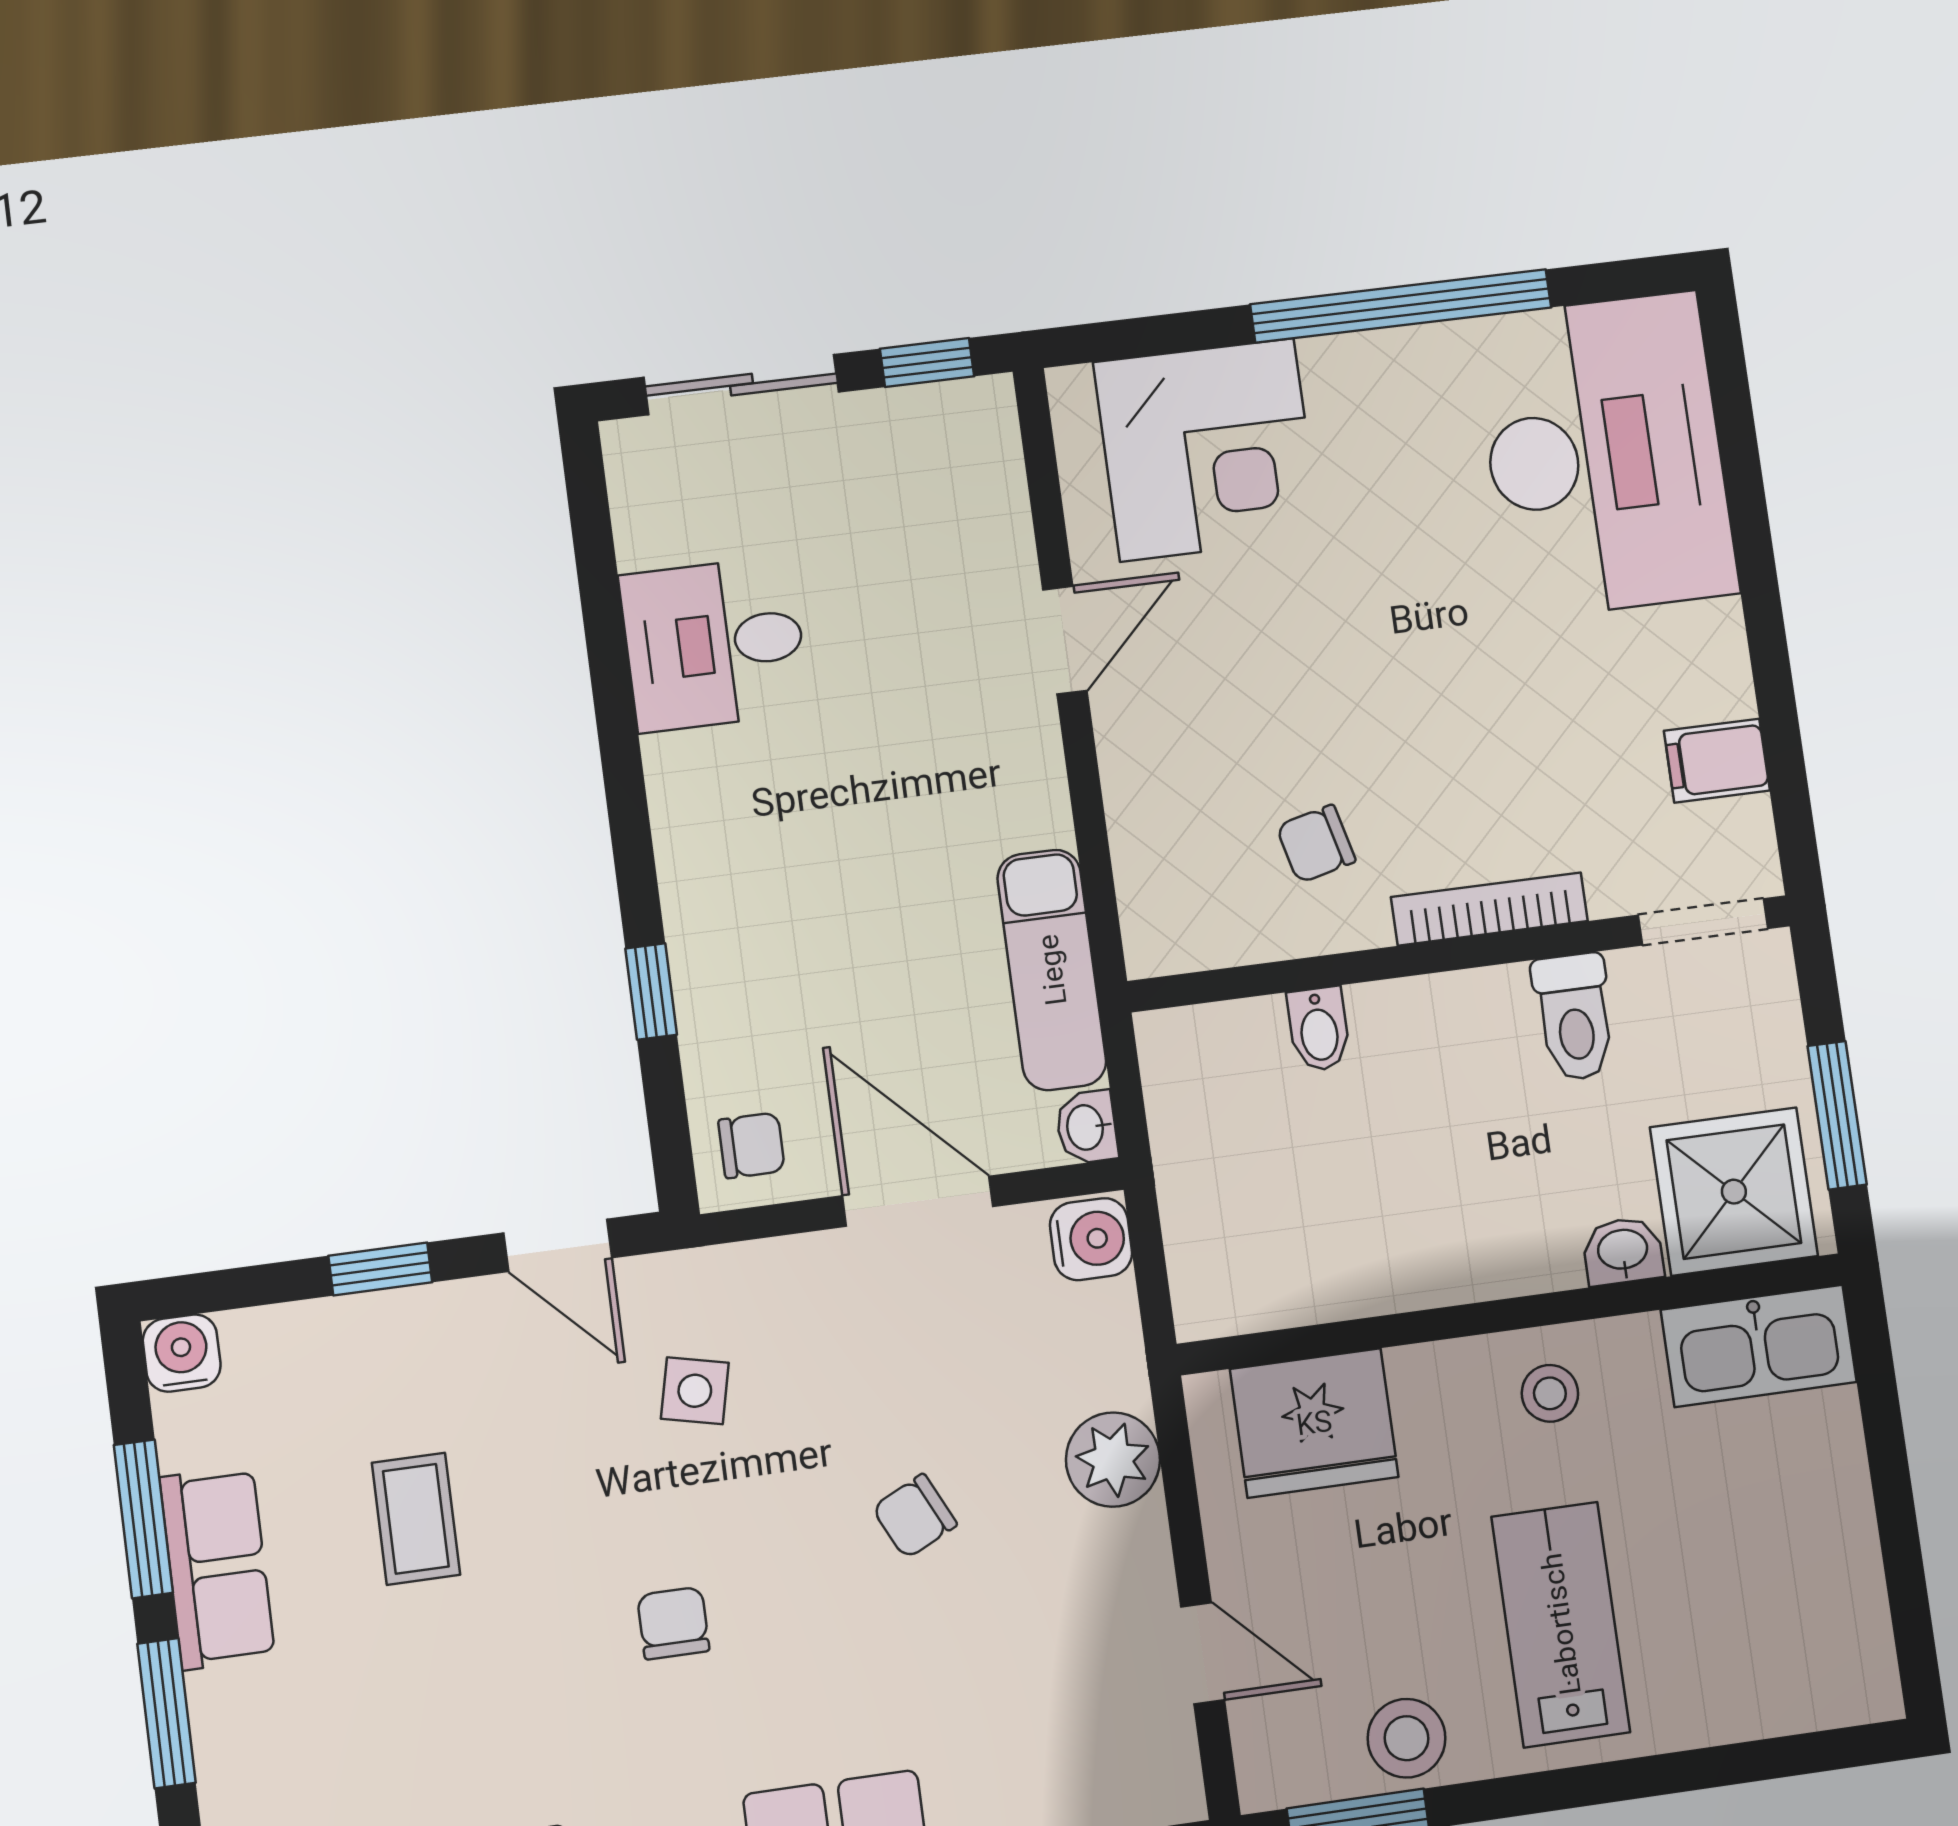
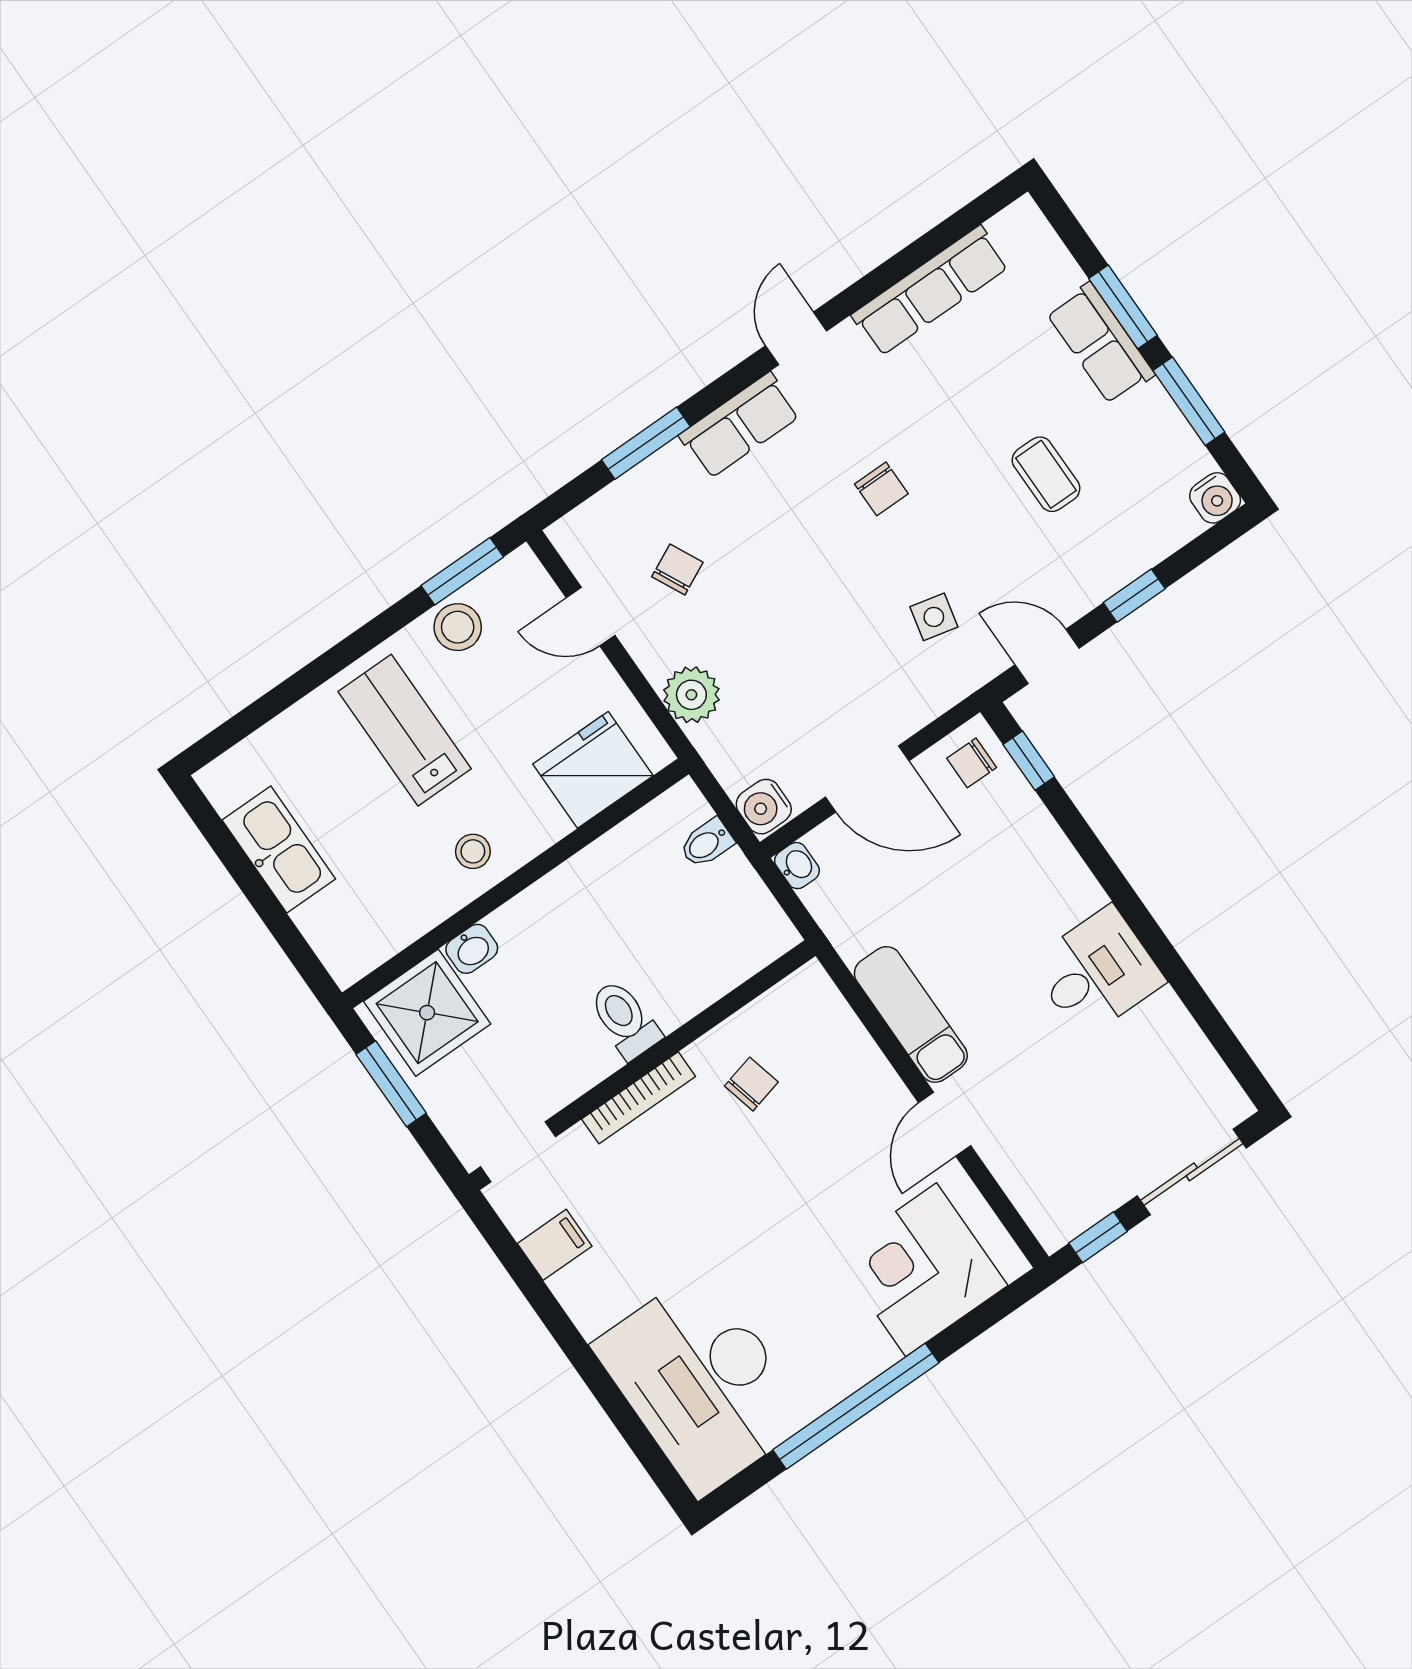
desk: (714, 644) -> (1097, 972), moved
exam couch: (1052, 970) -> (911, 1014), moved
window: (651, 991) -> (1029, 761), moved
toilet: (1574, 1017) -> (625, 1019), moved
bidet: (1319, 1029) -> (707, 843), moved, turned -90
kitchen sink: (1759, 1346) -> (279, 849), moved, turned 90
chair: (915, 1516) -> (677, 569), moved
row of seats: (217, 1568) -> (1100, 343), moved
lab bench: (1561, 1624) -> (405, 730), turned 180

